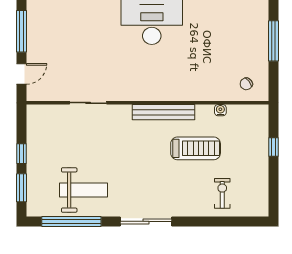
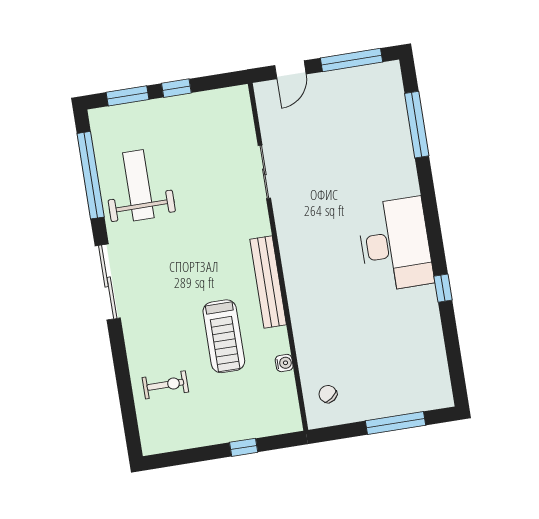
door: (21, 74) -> (290, 70), hinge flipped
weight bench: (84, 190) -> (138, 185), turned 180

